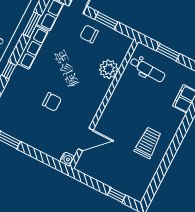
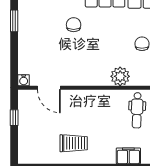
chair: (52, 102) -> (74, 25), moved, turned 180
window: (116, 195) -> (14, 118), moved

